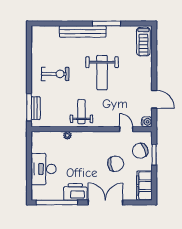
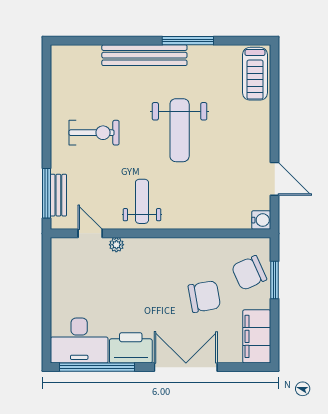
door: (126, 129) -> (90, 233), moved
desk: (44, 169) -> (79, 341), moved, turned -90

